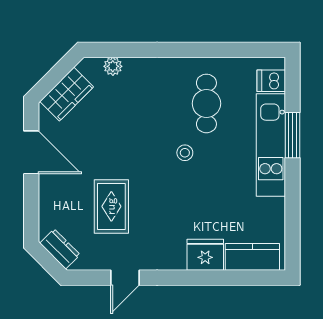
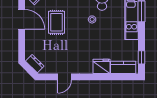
rug: (111, 206) -> (56, 22), moved
window: (292, 235) -> (141, 57), added

